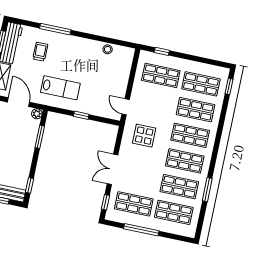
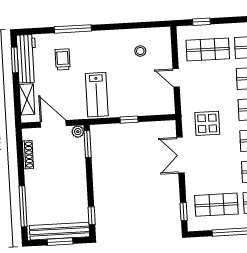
stool: (108, 49) -> (140, 51), moved
lab bench: (60, 88) -> (97, 95), turned 90
door: (126, 107) -> (176, 78), moved
window: (40, 137) -> (88, 144), moved
double door: (112, 169) -> (180, 155), moved

